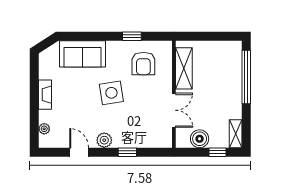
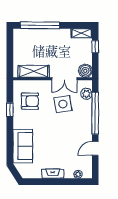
side table: (111, 93) -> (63, 104), moved
double door: (174, 110) -> (64, 79), swing flipped
boiler: (200, 139) -> (85, 71), moved
plant: (104, 140) -> (86, 94), moved
window: (127, 152) -> (95, 113), width x3.17

